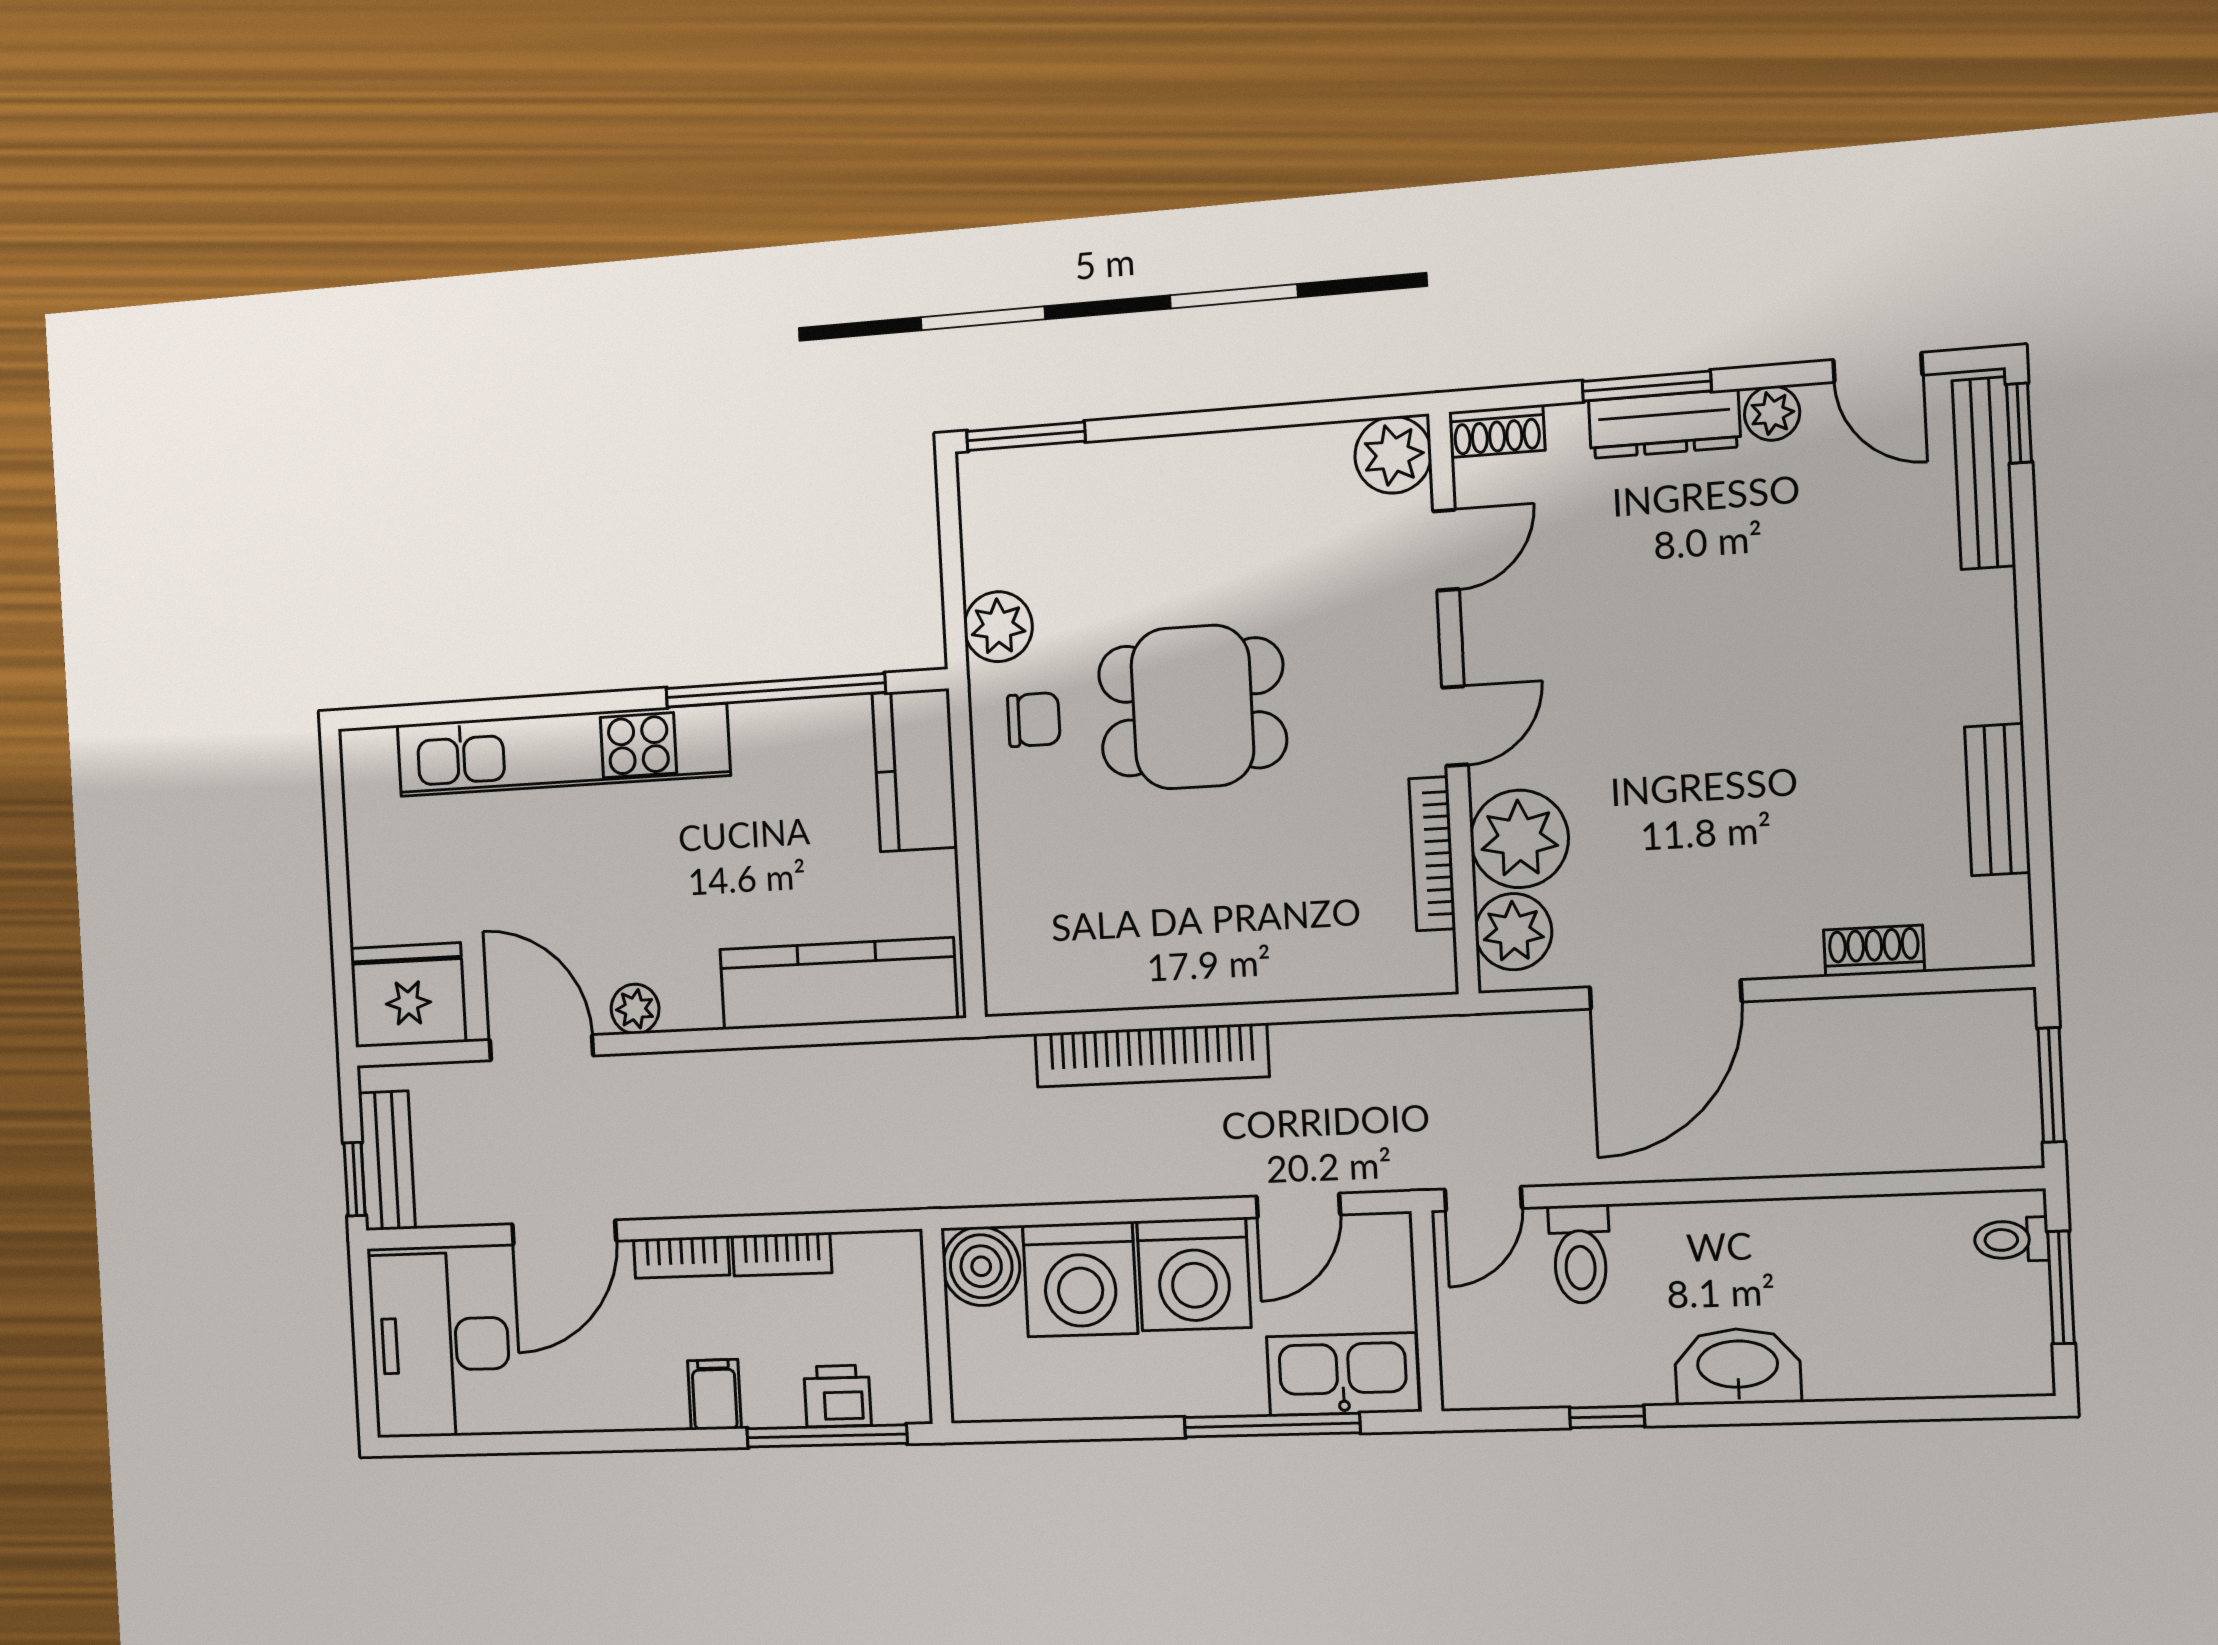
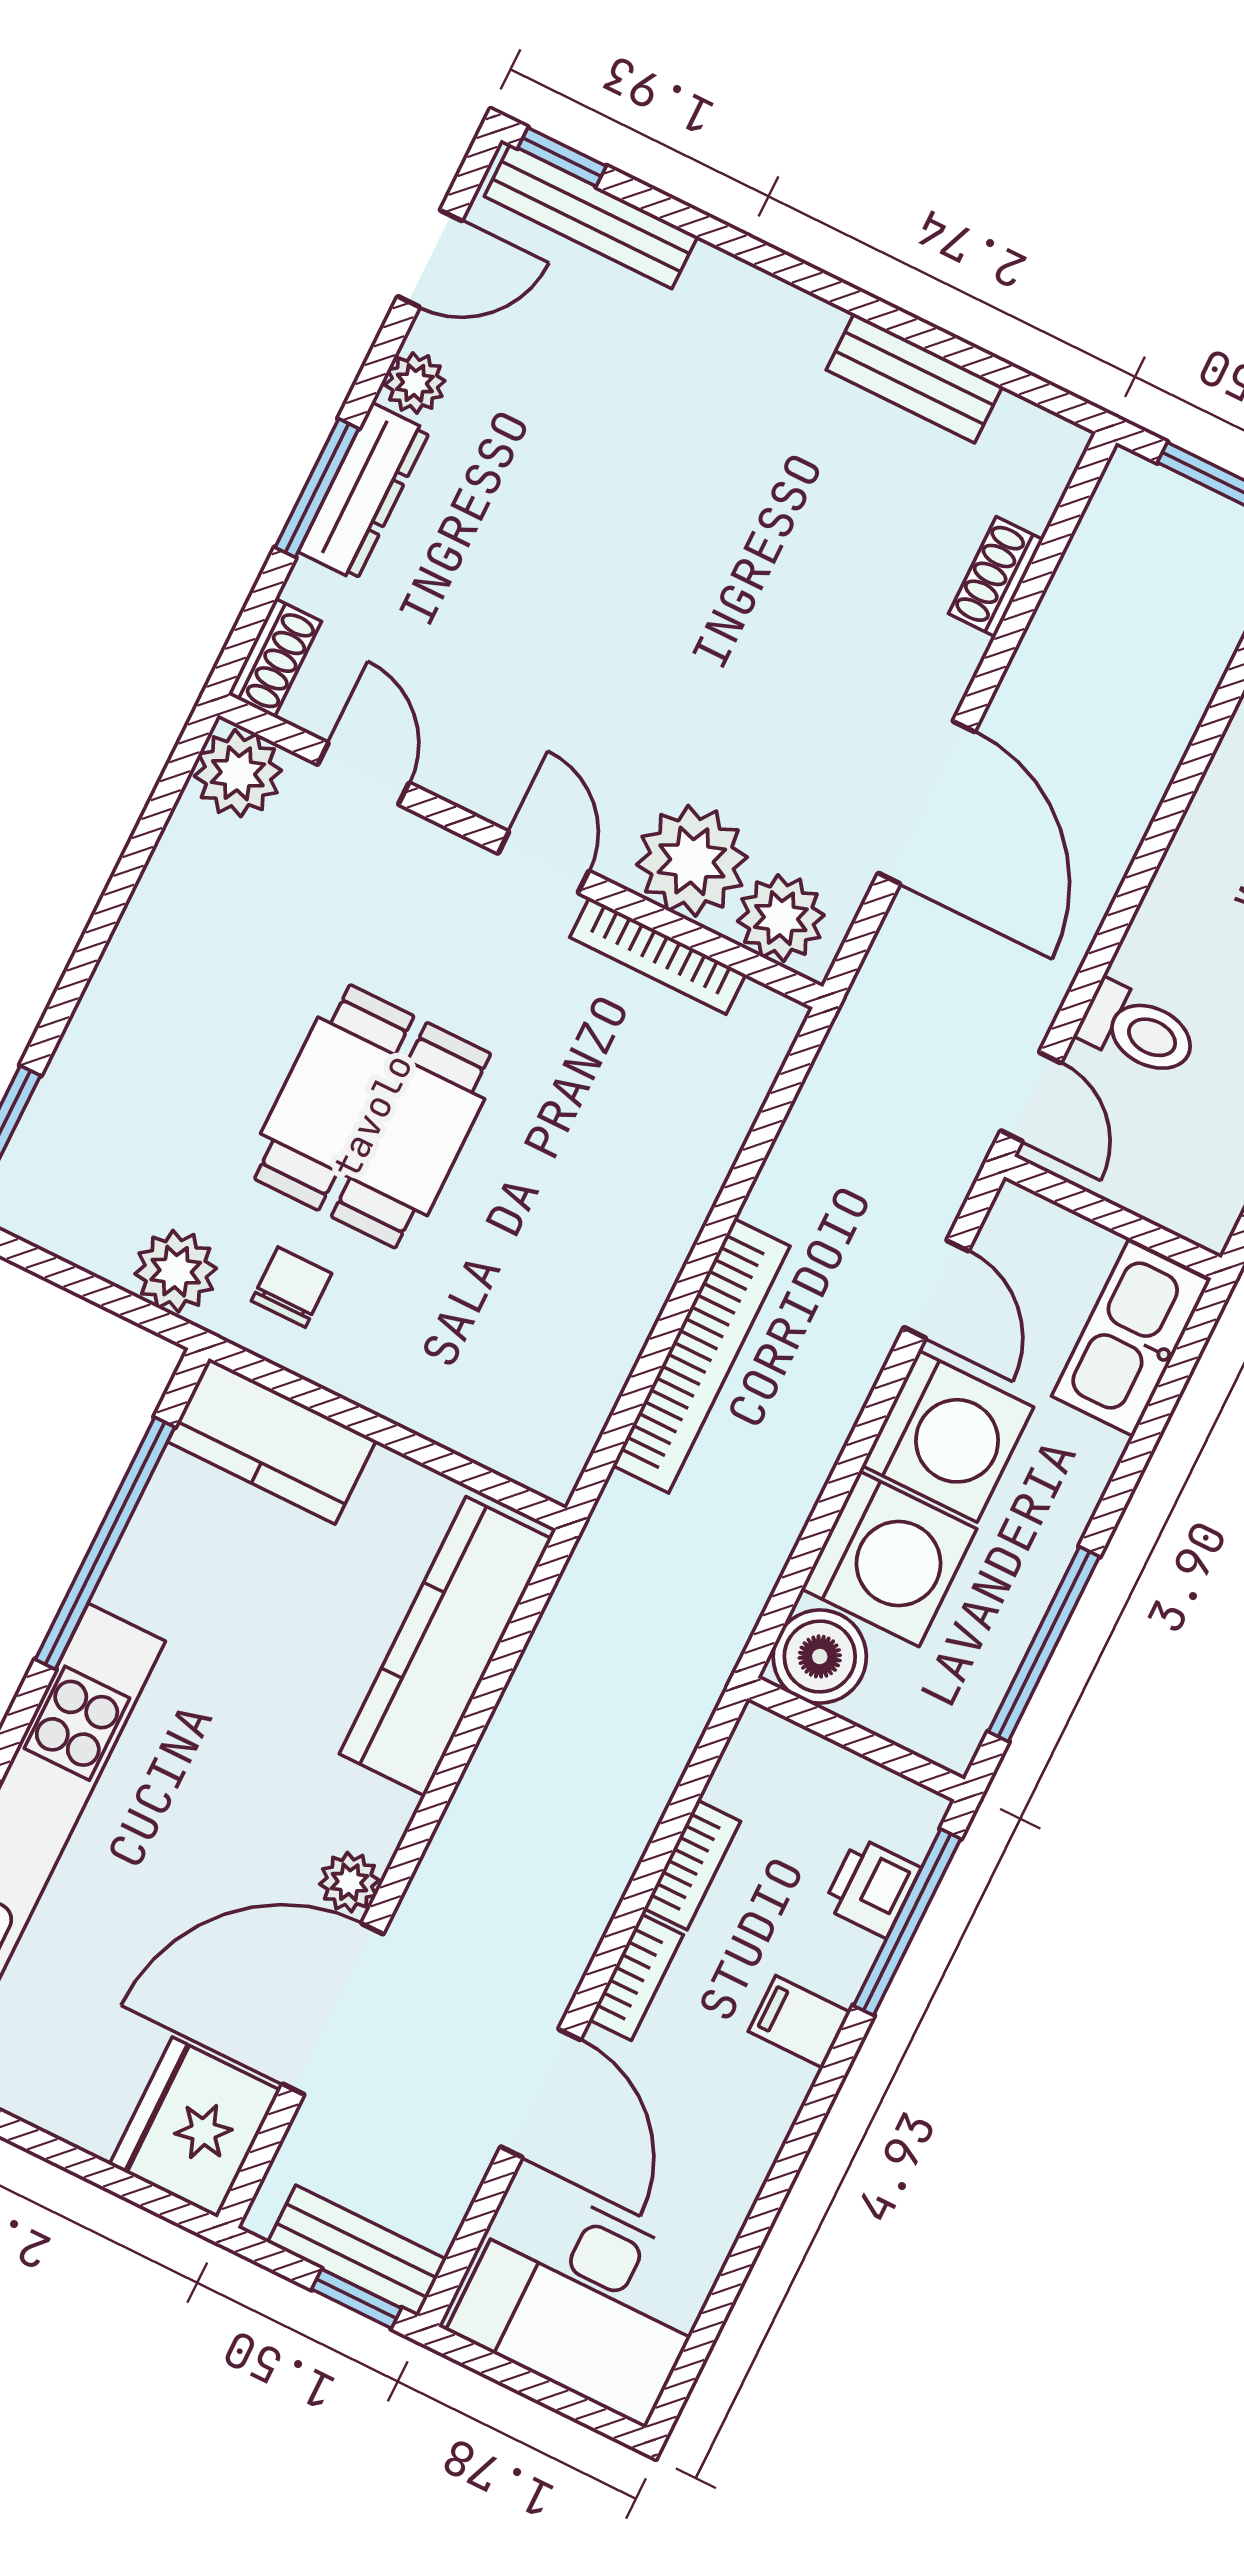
door: (541, 1048) -> (333, 2009), width x1.36
window: (1272, 1425) -> (1044, 1644), moved

